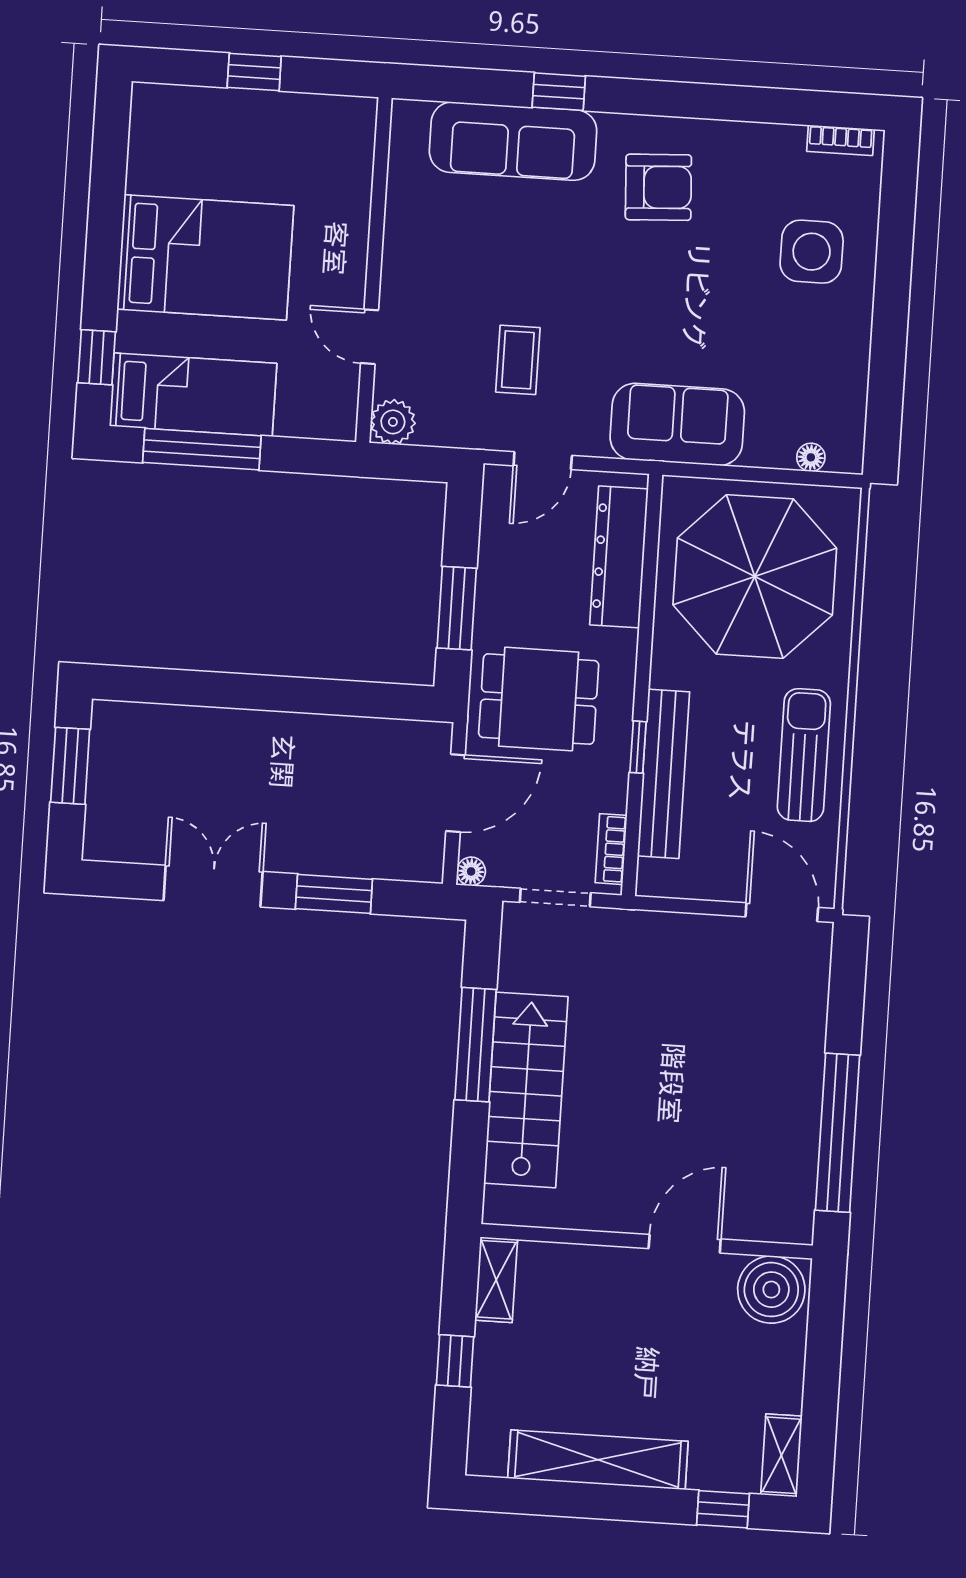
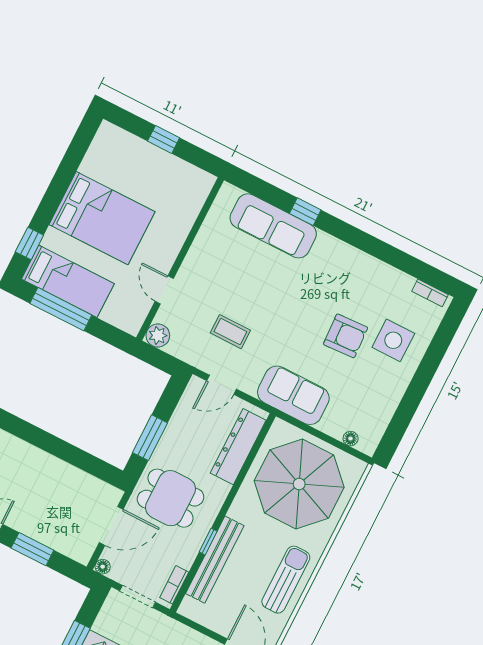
armchair: (658, 187) -> (346, 336), moved
coffee table: (518, 360) -> (230, 332), turned 90

